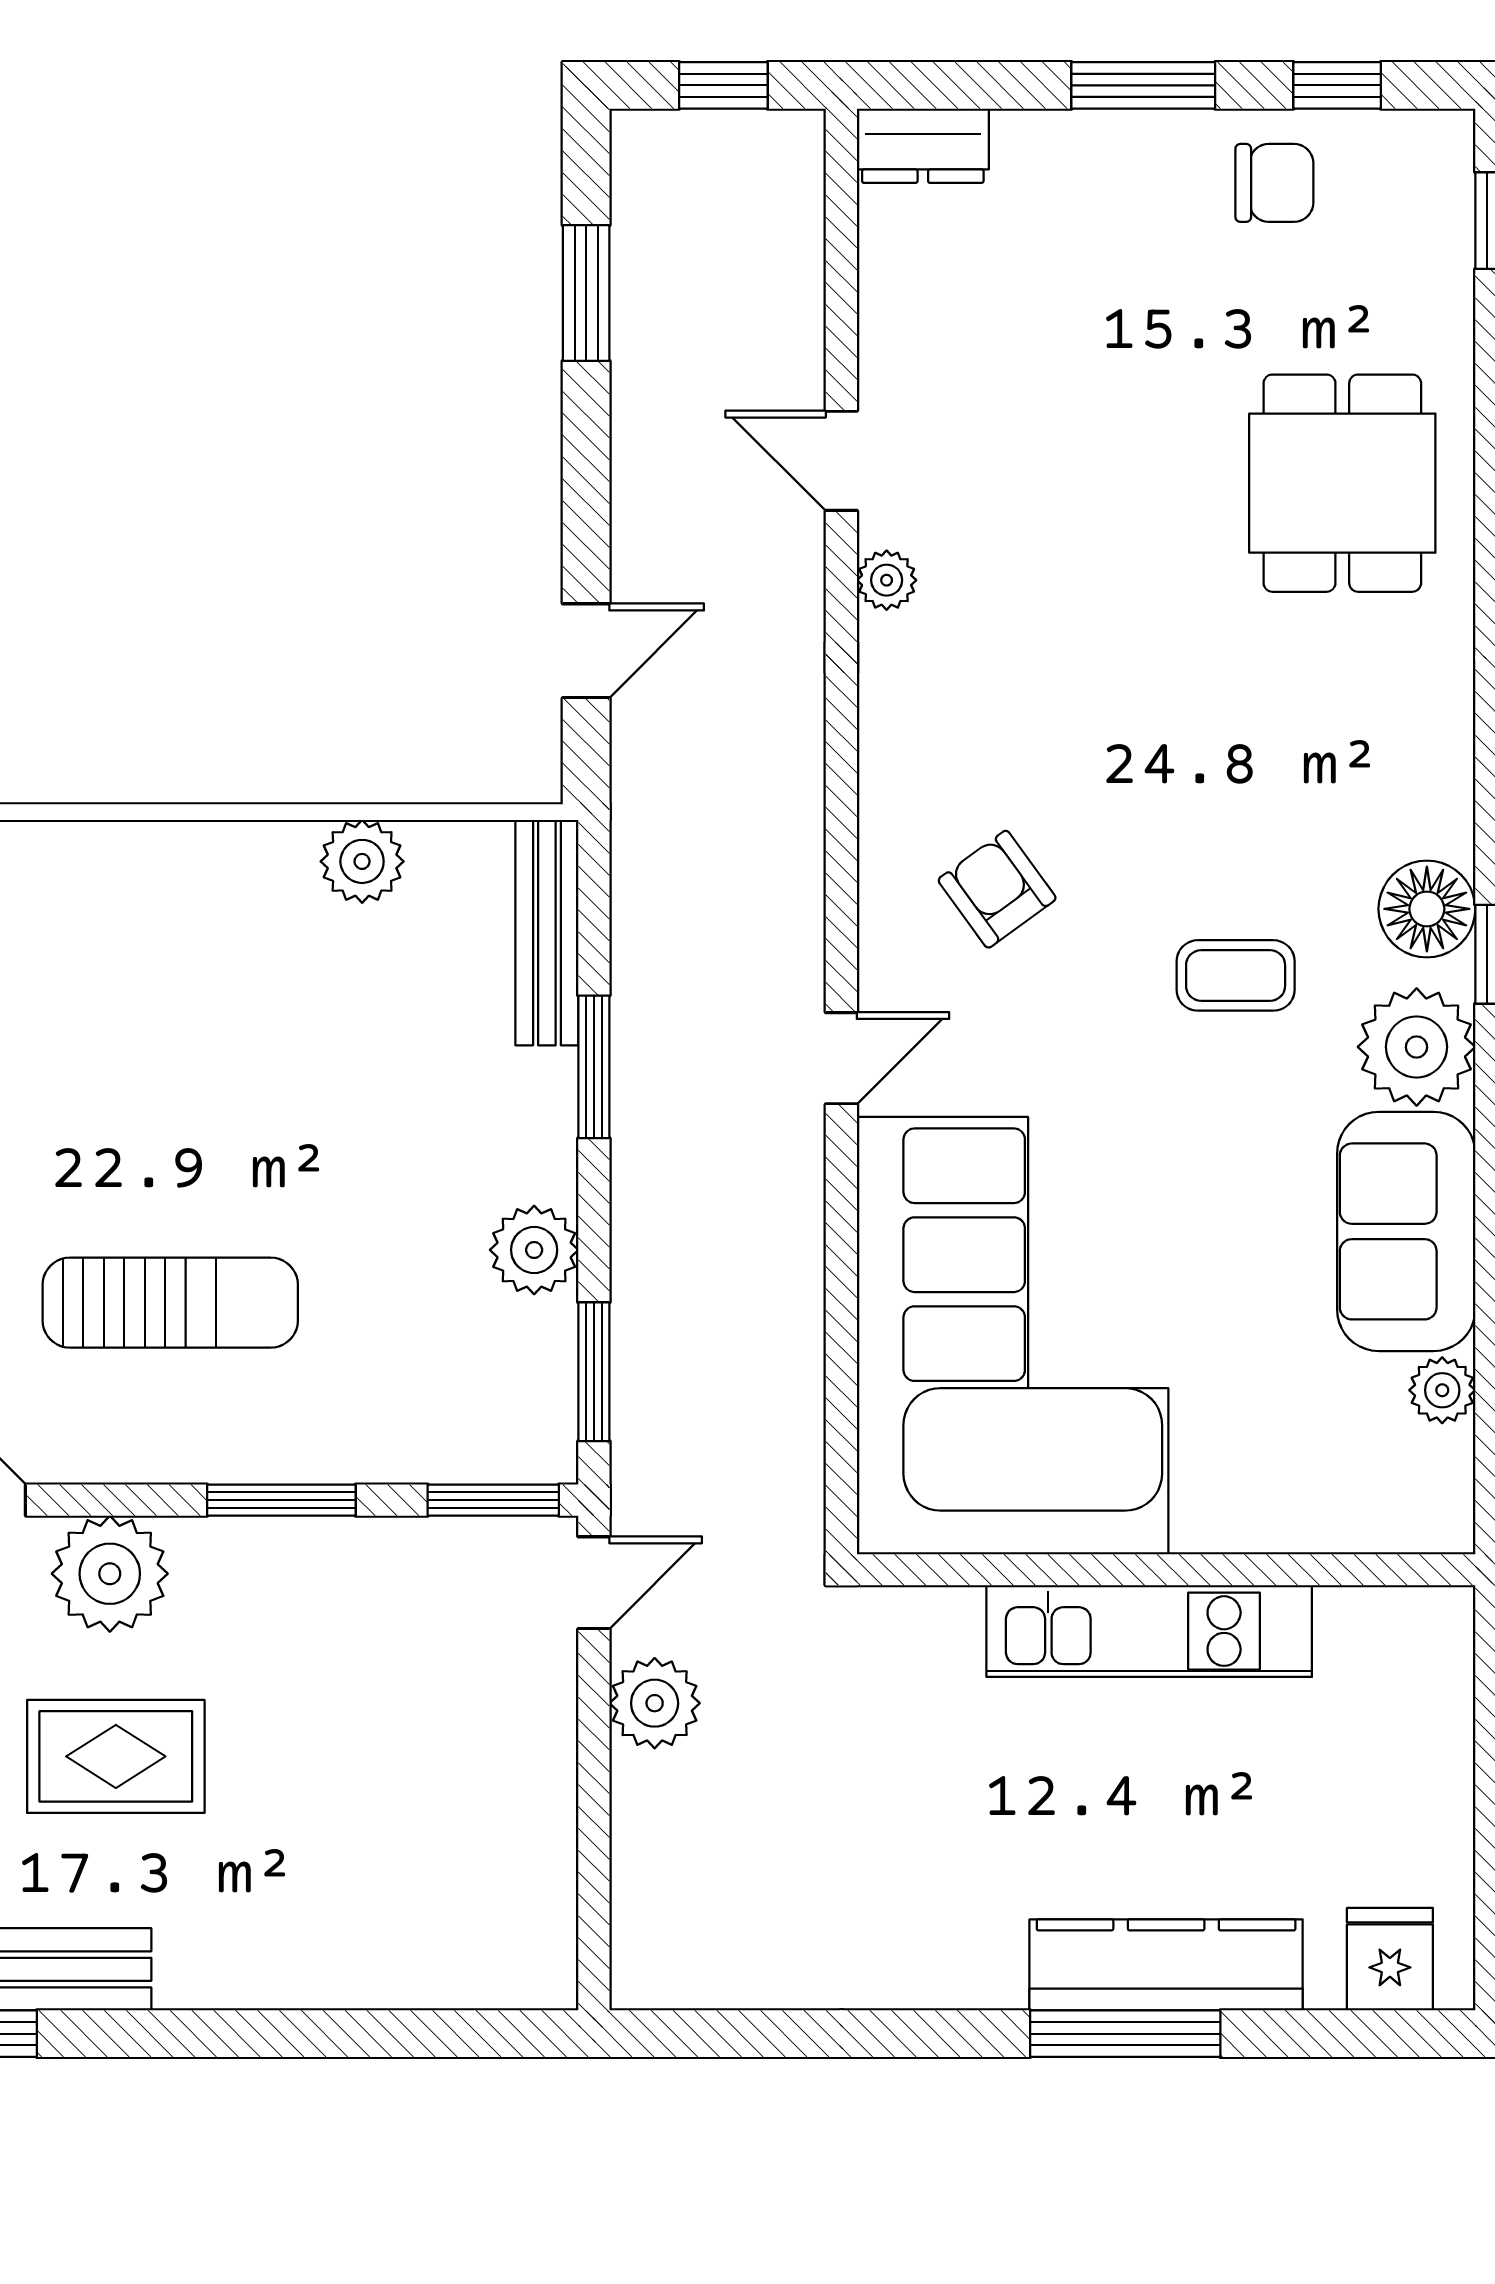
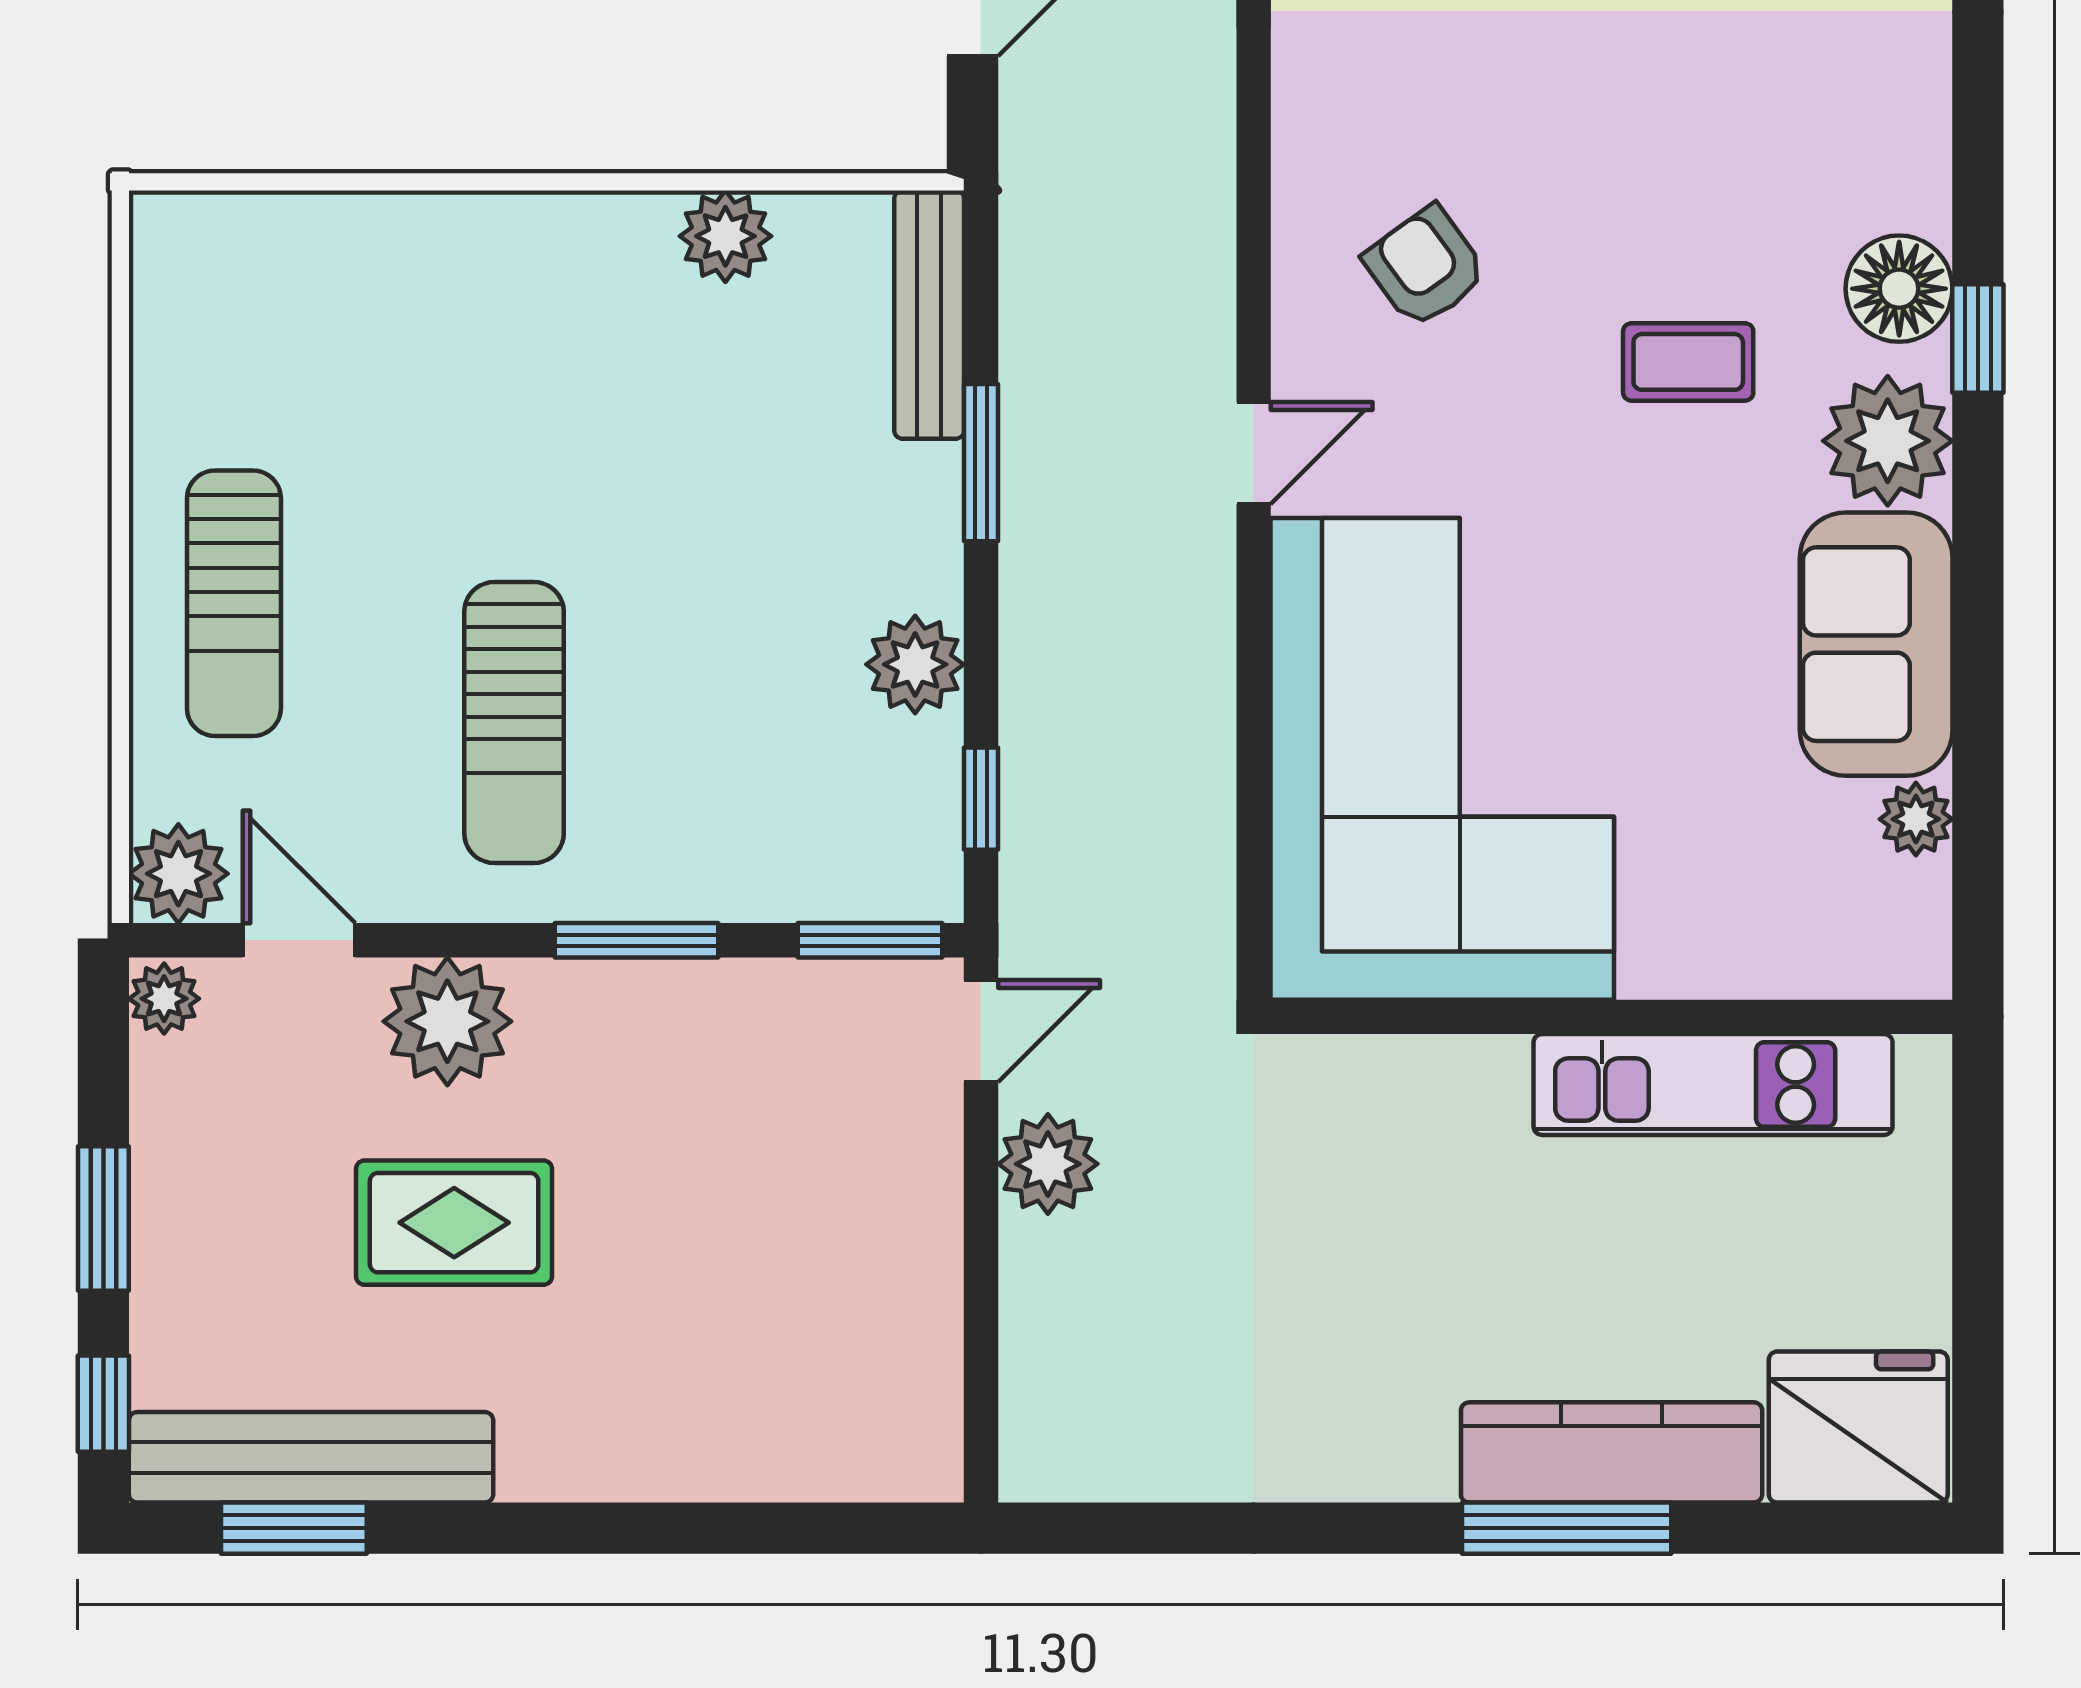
sun lounger: (170, 1303) -> (514, 723), turned 90
window: (594, 1372) -> (981, 799), width x0.67
kitchen unit: (1149, 1631) -> (1713, 1084), moved
fridge: (1390, 1959) -> (1858, 1427), width x1.88, depth x1.34

